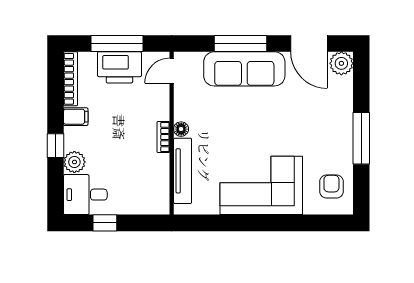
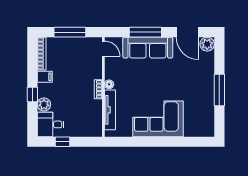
printer: (119, 67) -> (71, 47), removed
door: (172, 71) -> (103, 49), swing flipped
armchair: (331, 186) -> (201, 119), removed

